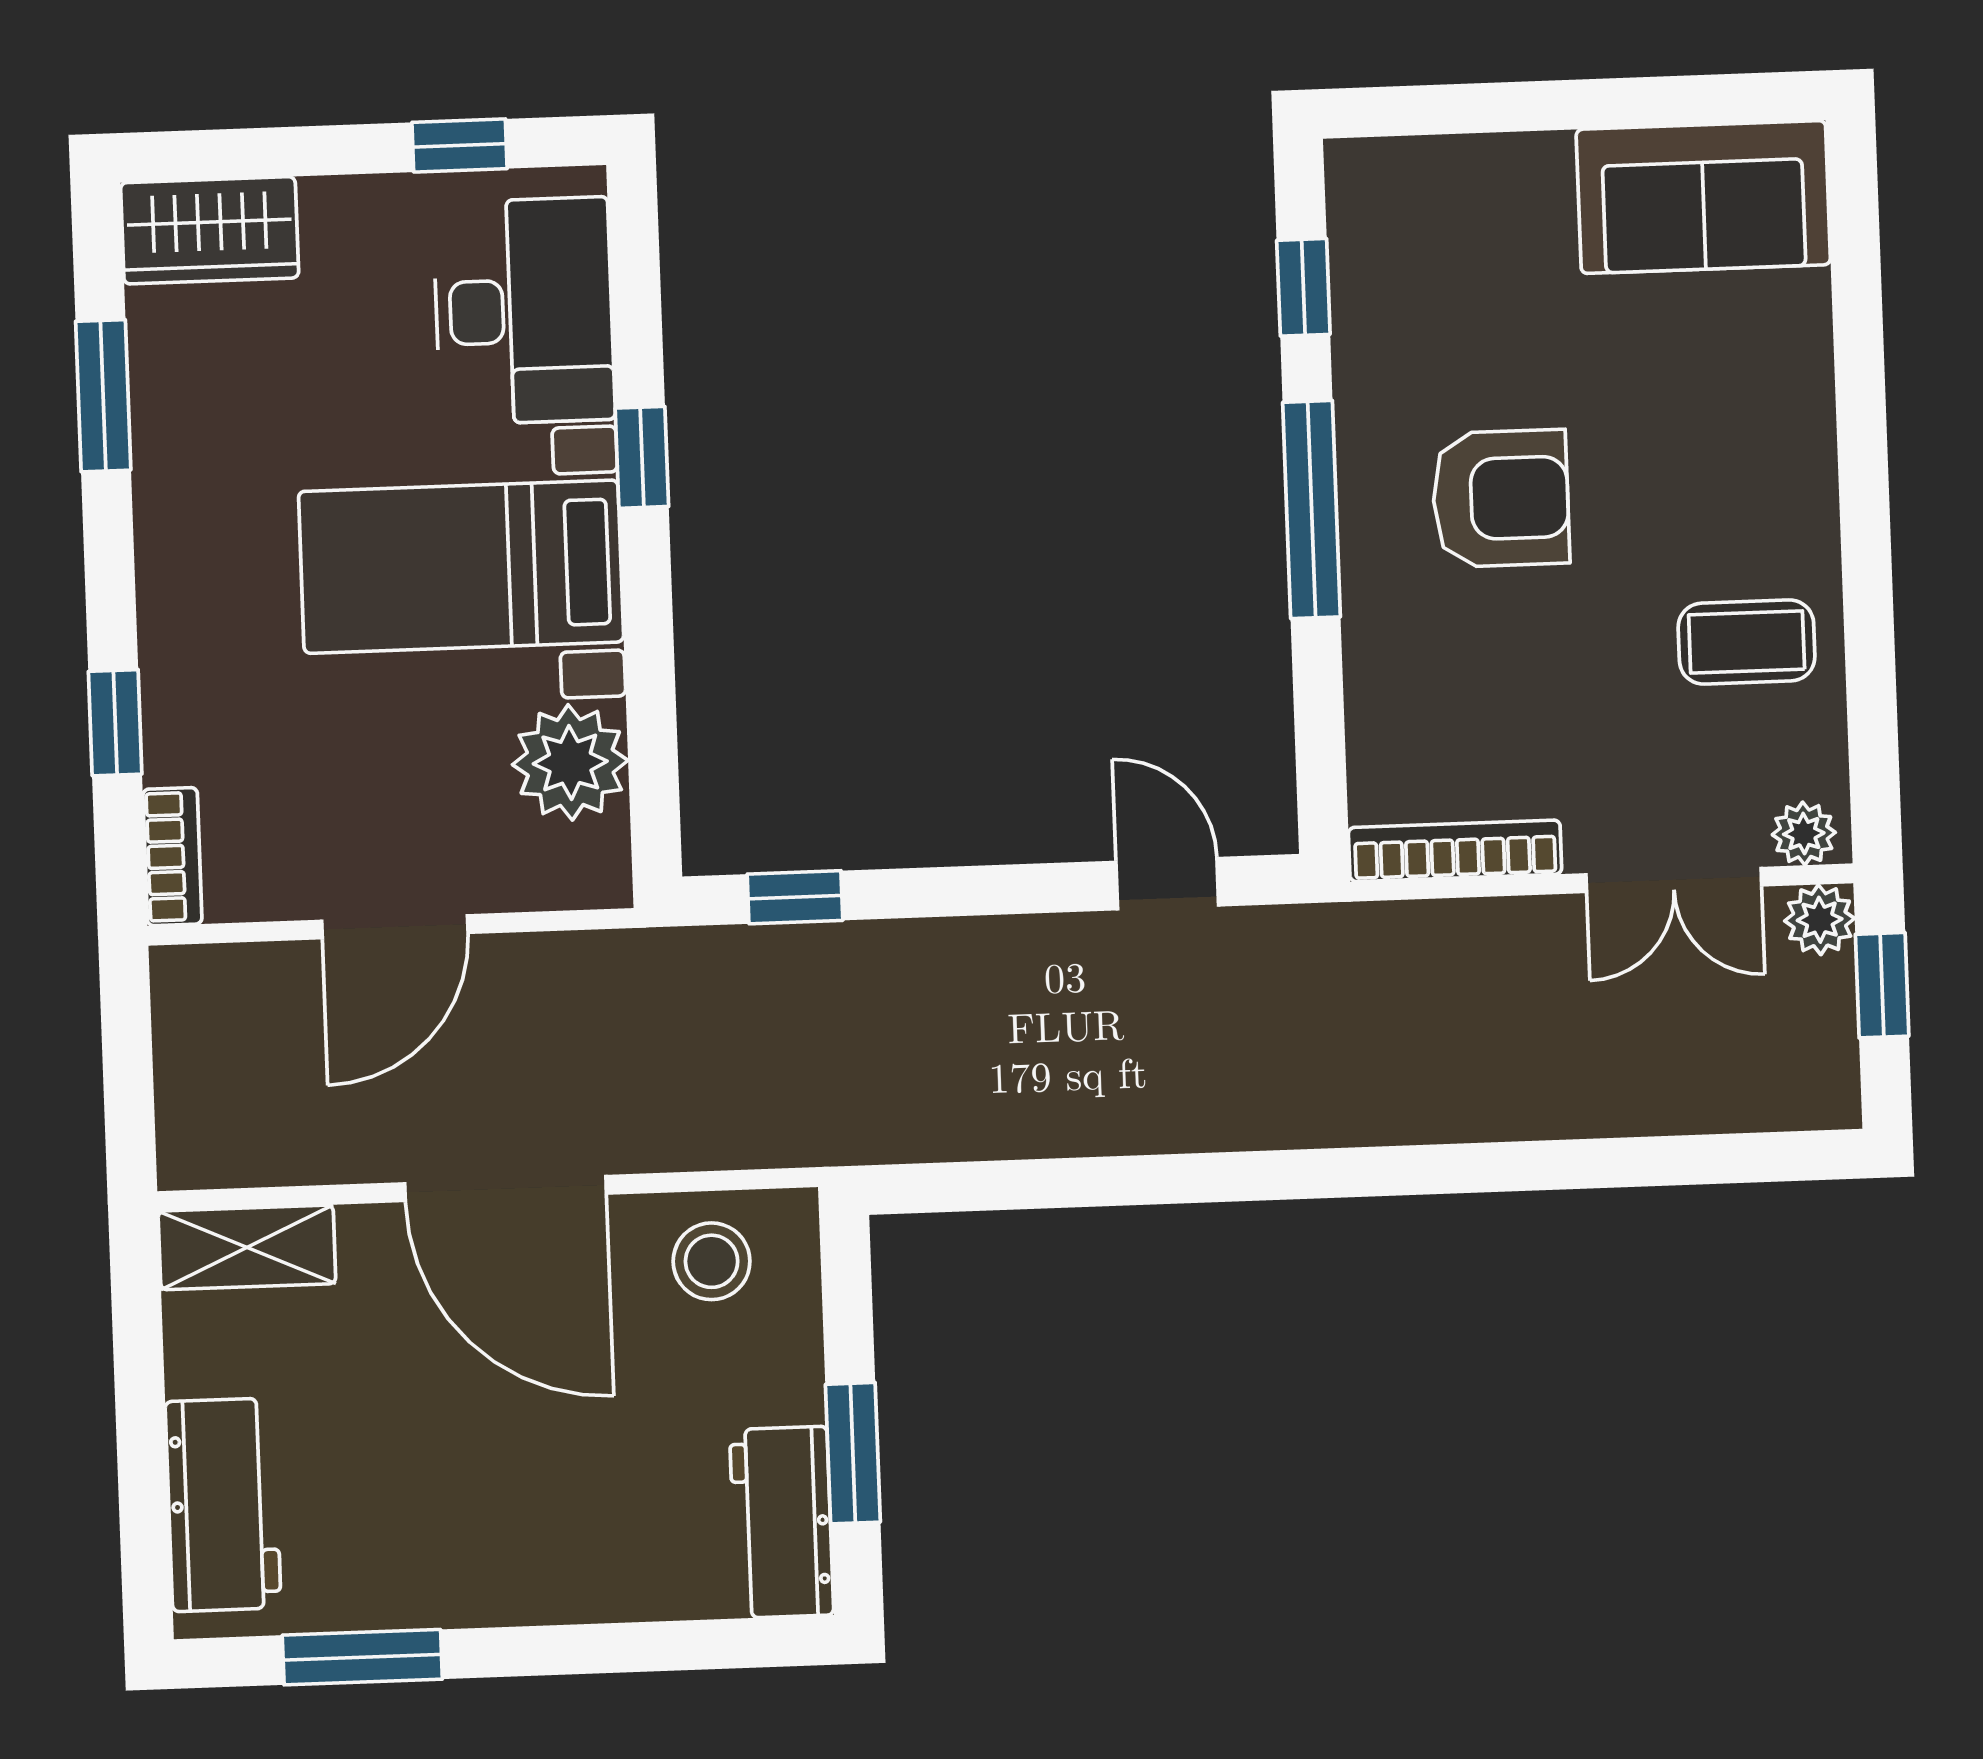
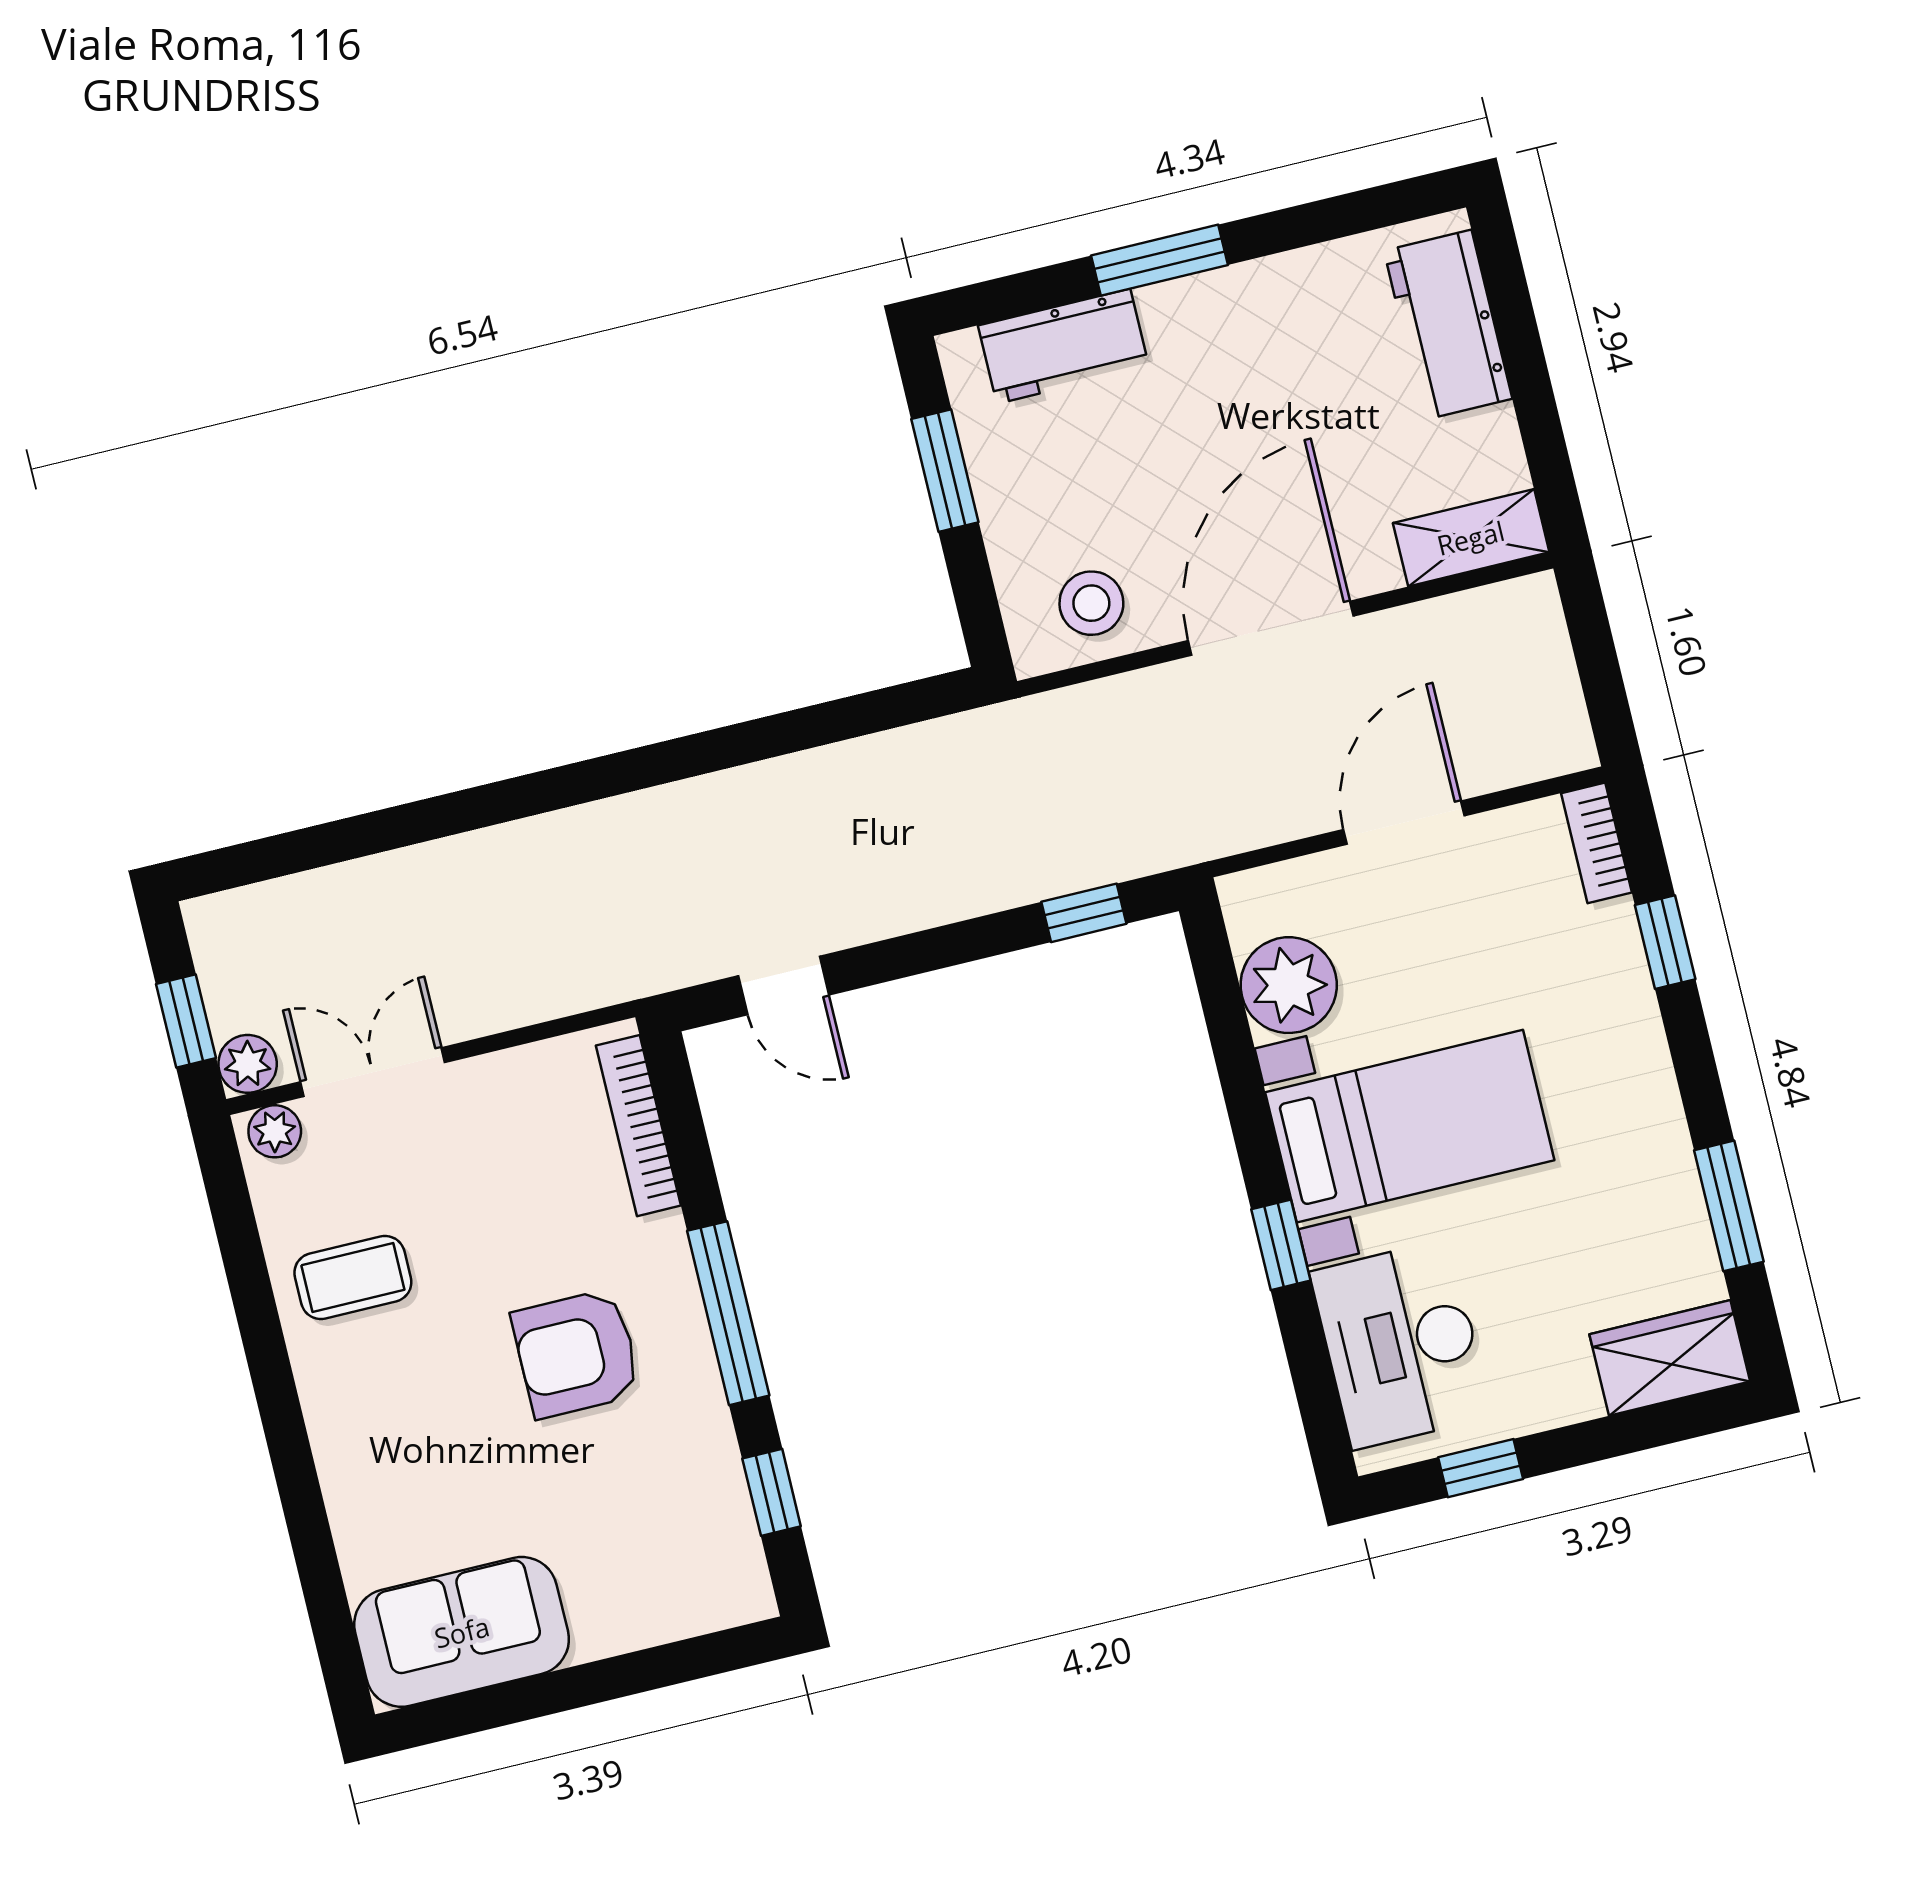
bookcase: (1455, 851) -> (638, 1126), moved, turned 90
door: (506, 1189) -> (1271, 628), hinge flipped
workbench: (782, 1522) -> (1064, 346), moved, turned 90
window: (362, 1657) -> (1160, 260), moved

